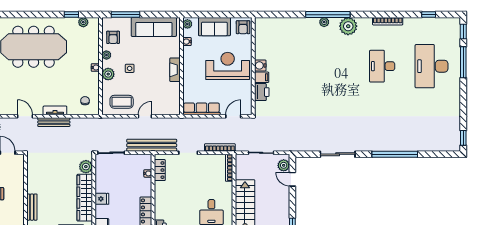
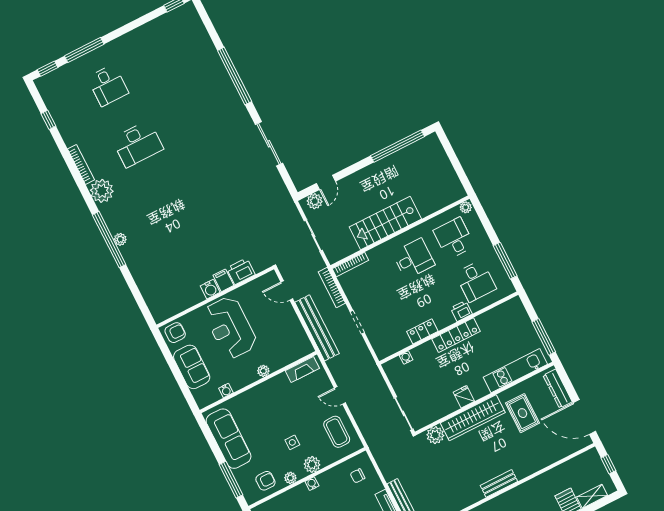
plant: (187, 24) -> (263, 371), moved
plant: (348, 26) -> (102, 191), moved
desk: (432, 66) -> (108, 85), width x0.53, depth x0.77
fireplace: (175, 70) -> (302, 369), moved
row of seats: (201, 109) -> (297, 333), removed
bench: (152, 145) -> (317, 328), moved
locker: (160, 170) -> (422, 331), moved
bench: (32, 207) -> (499, 483), moved

